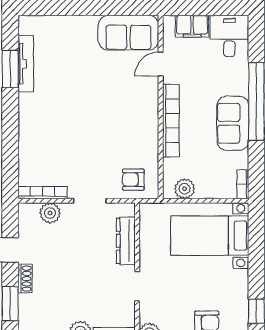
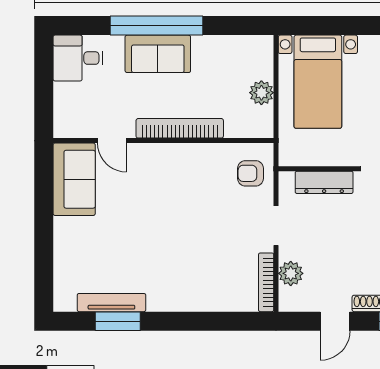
filing cabinet: (192, 26) -> (66, 103), removed
sofa: (233, 123) -> (158, 54), moved
armchair: (133, 180) -> (251, 173), turned 90
bookcase: (243, 184) -> (256, 42), removed
plant: (185, 189) -> (261, 93), moved

